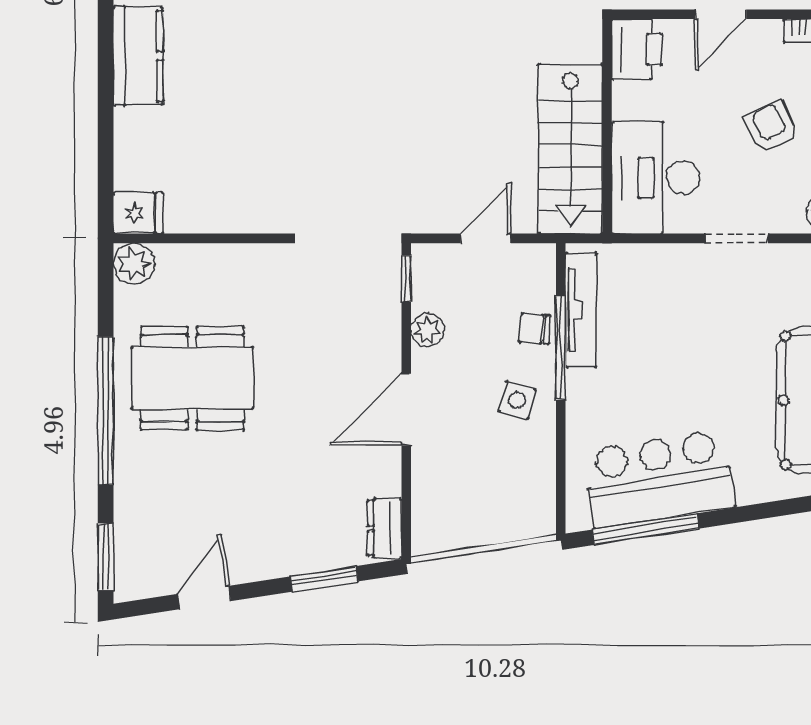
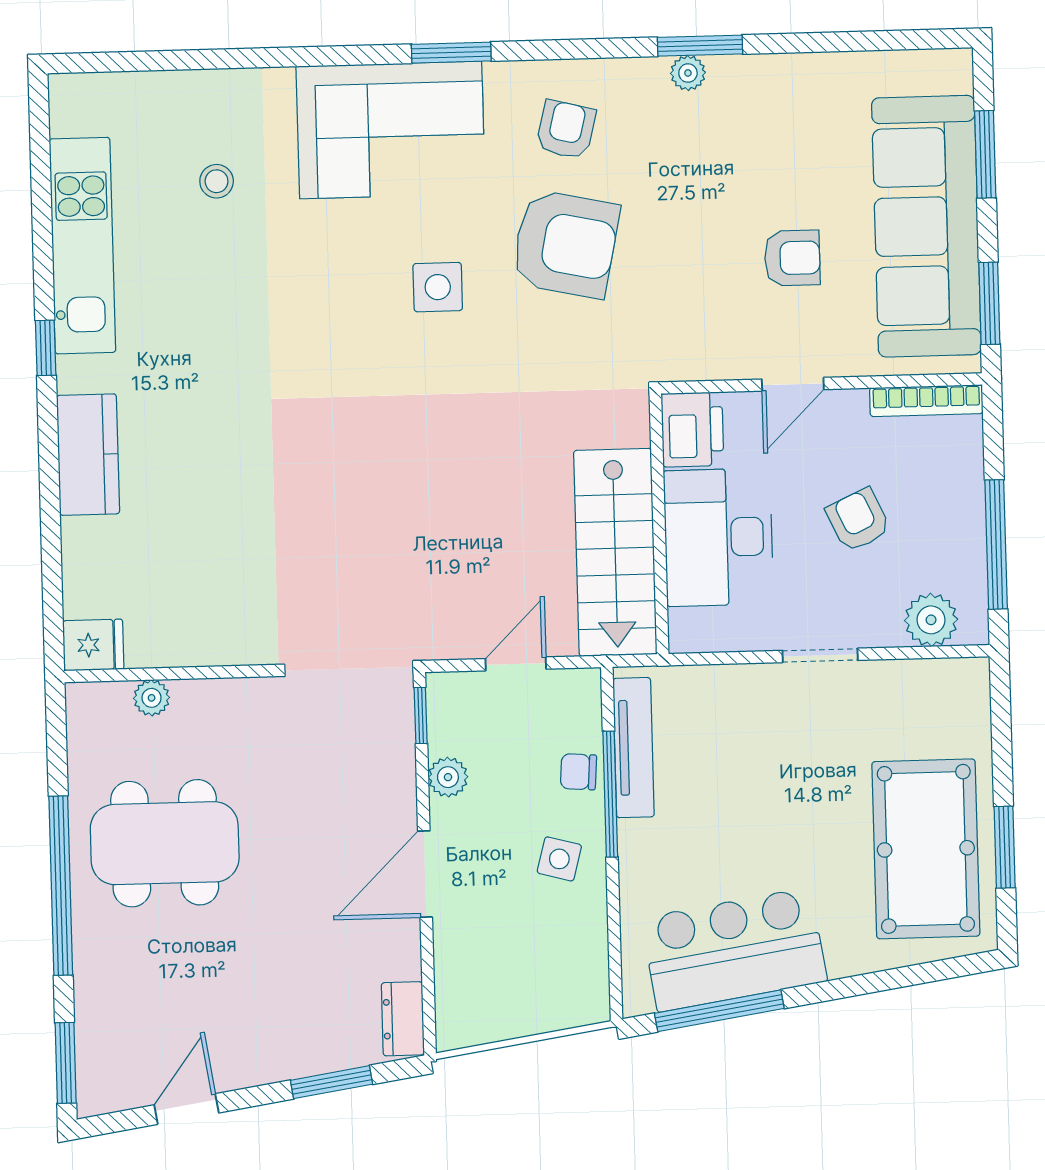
desk: (656, 178) -> (718, 537), moved
plant: (134, 264) -> (152, 698), moved, width x0.73, depth x0.73

